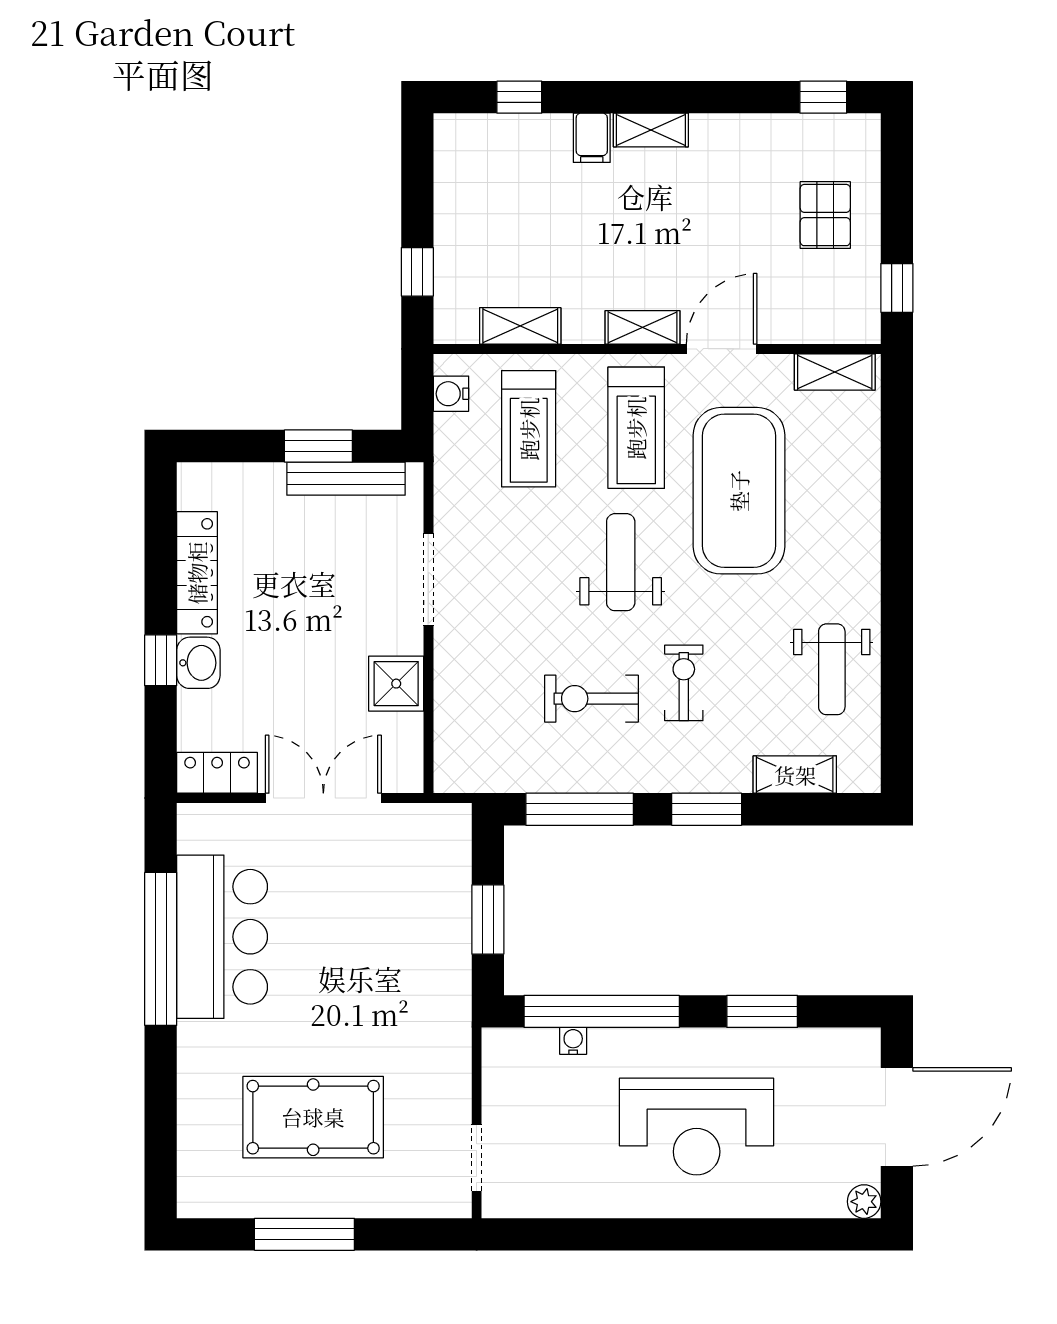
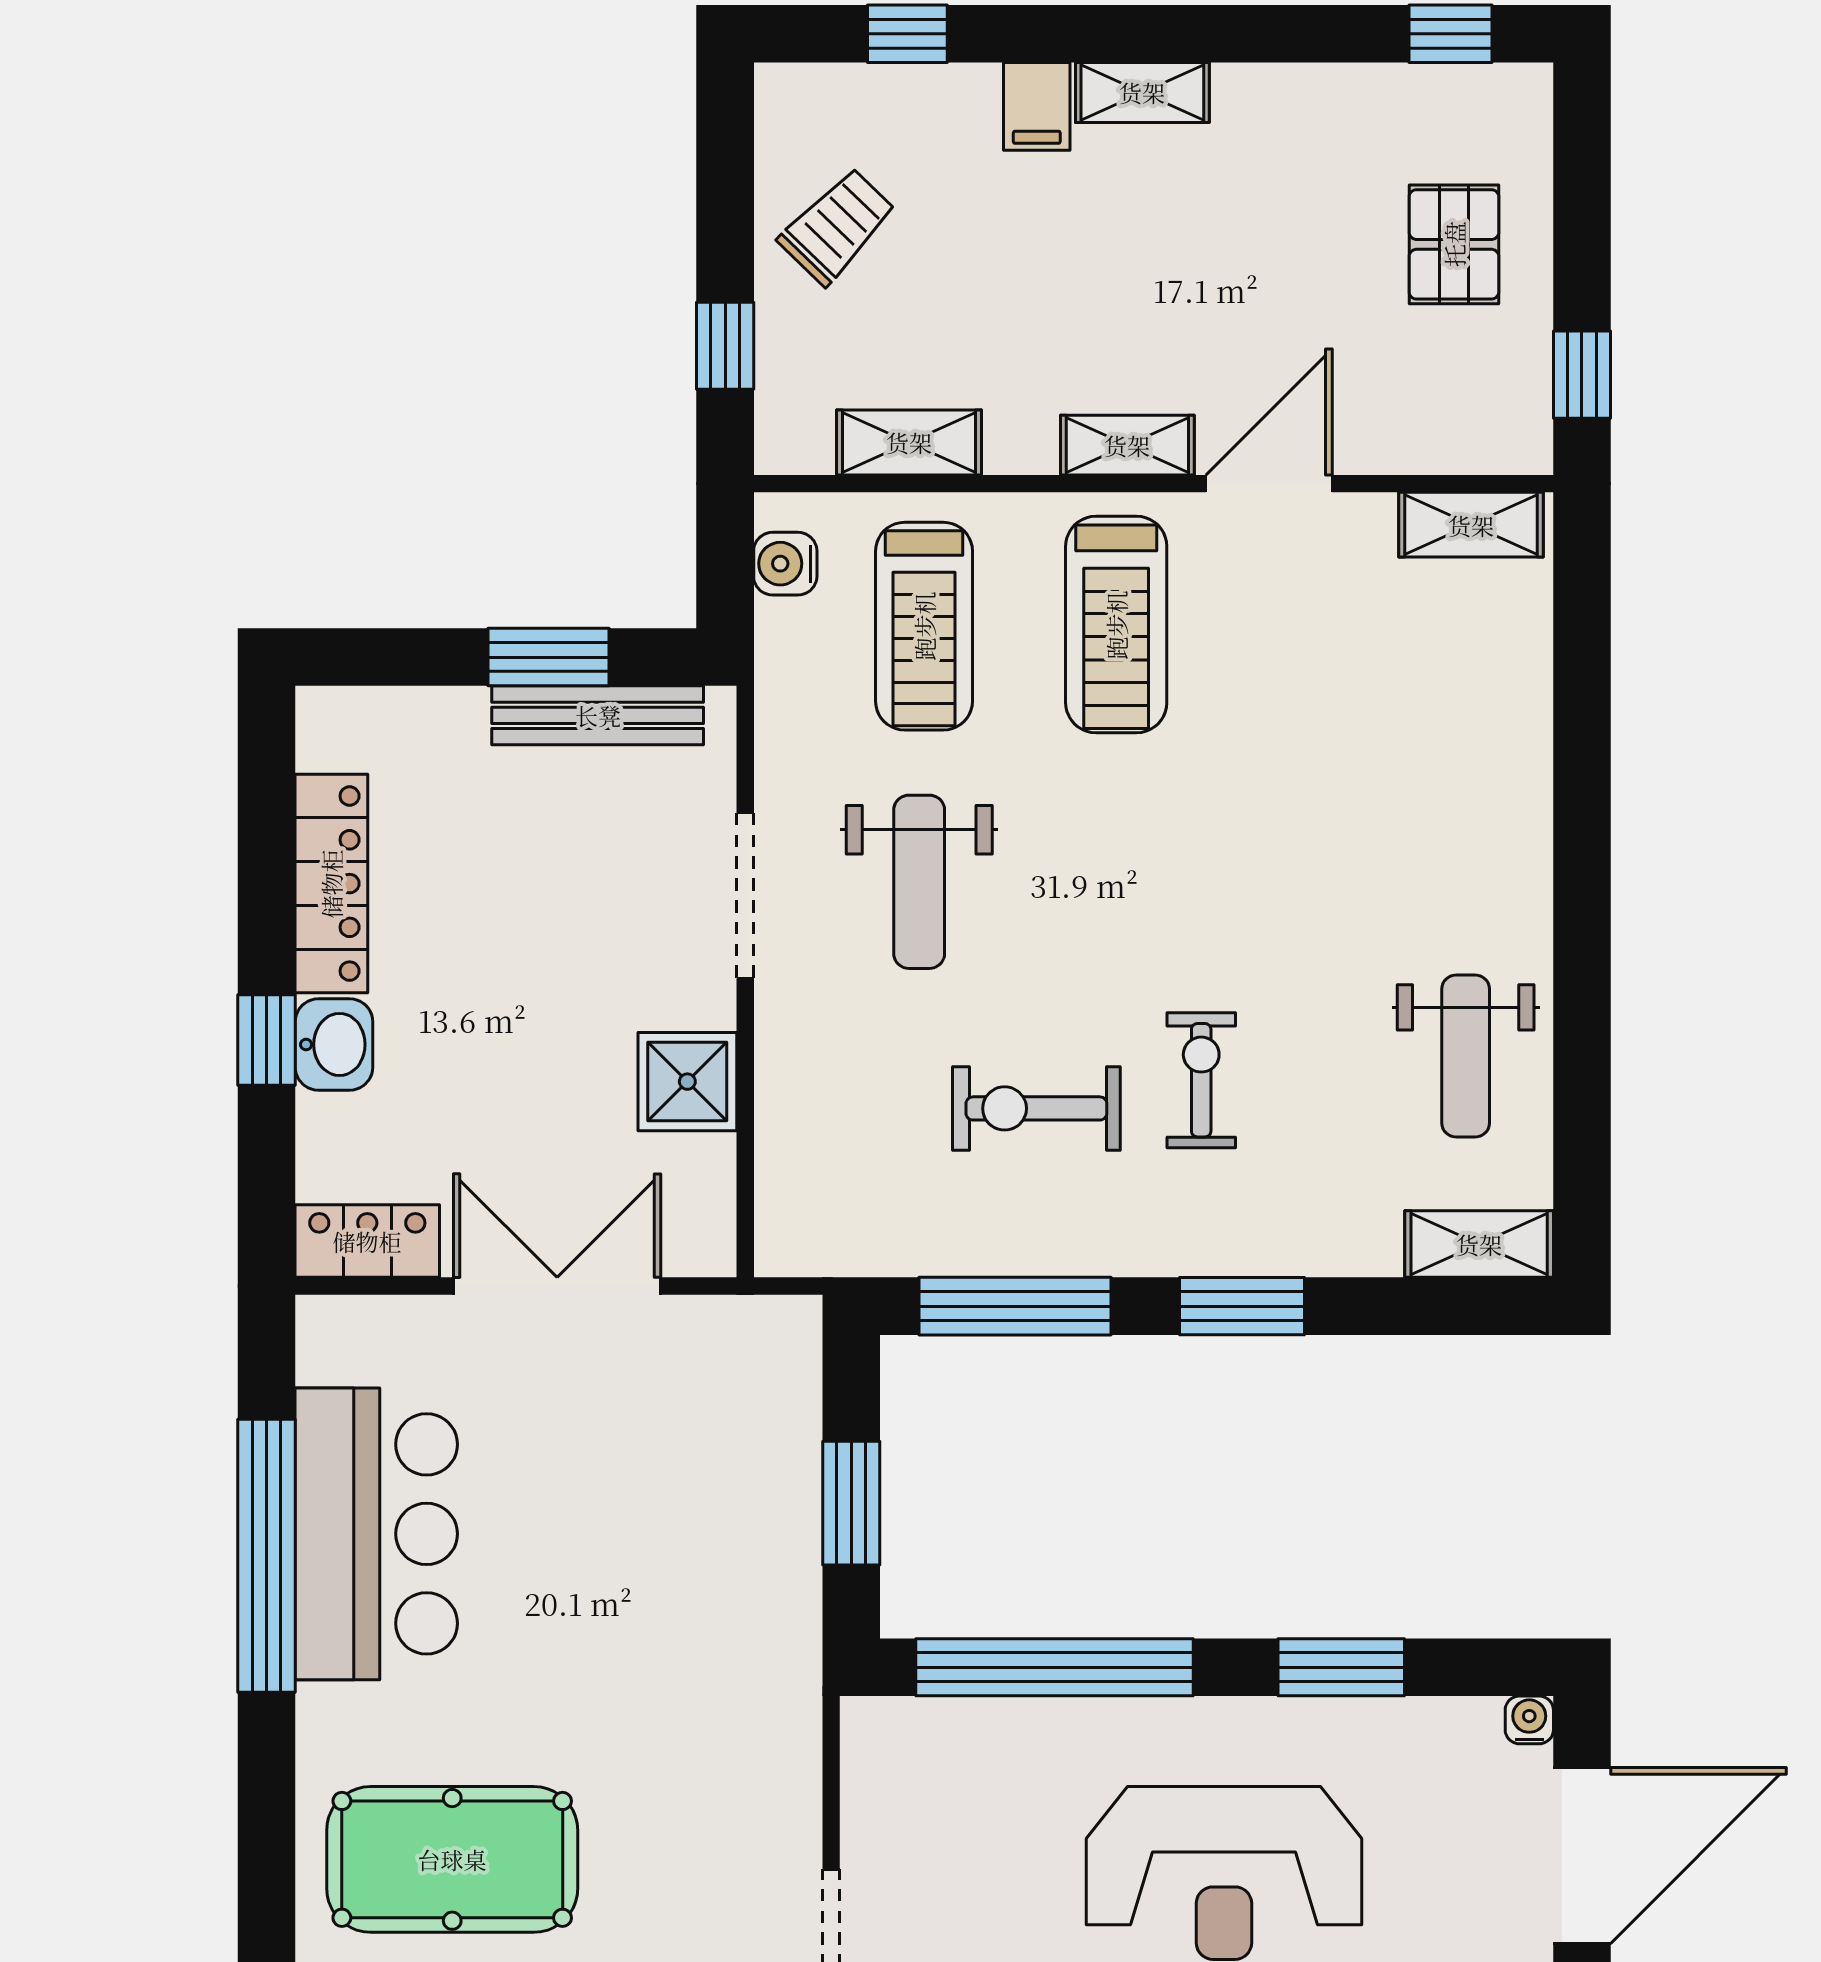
trolley: (480, 205) -> (837, 226), added
exercise mat: (739, 491) -> (1300, 737), removed
weight bench: (621, 562) -> (919, 882), moved, turned 180
shelving: (795, 775) -> (1479, 1244), moved
water cooler: (573, 1041) -> (1529, 1720), moved
pool table: (313, 1117) -> (452, 1859), moved

